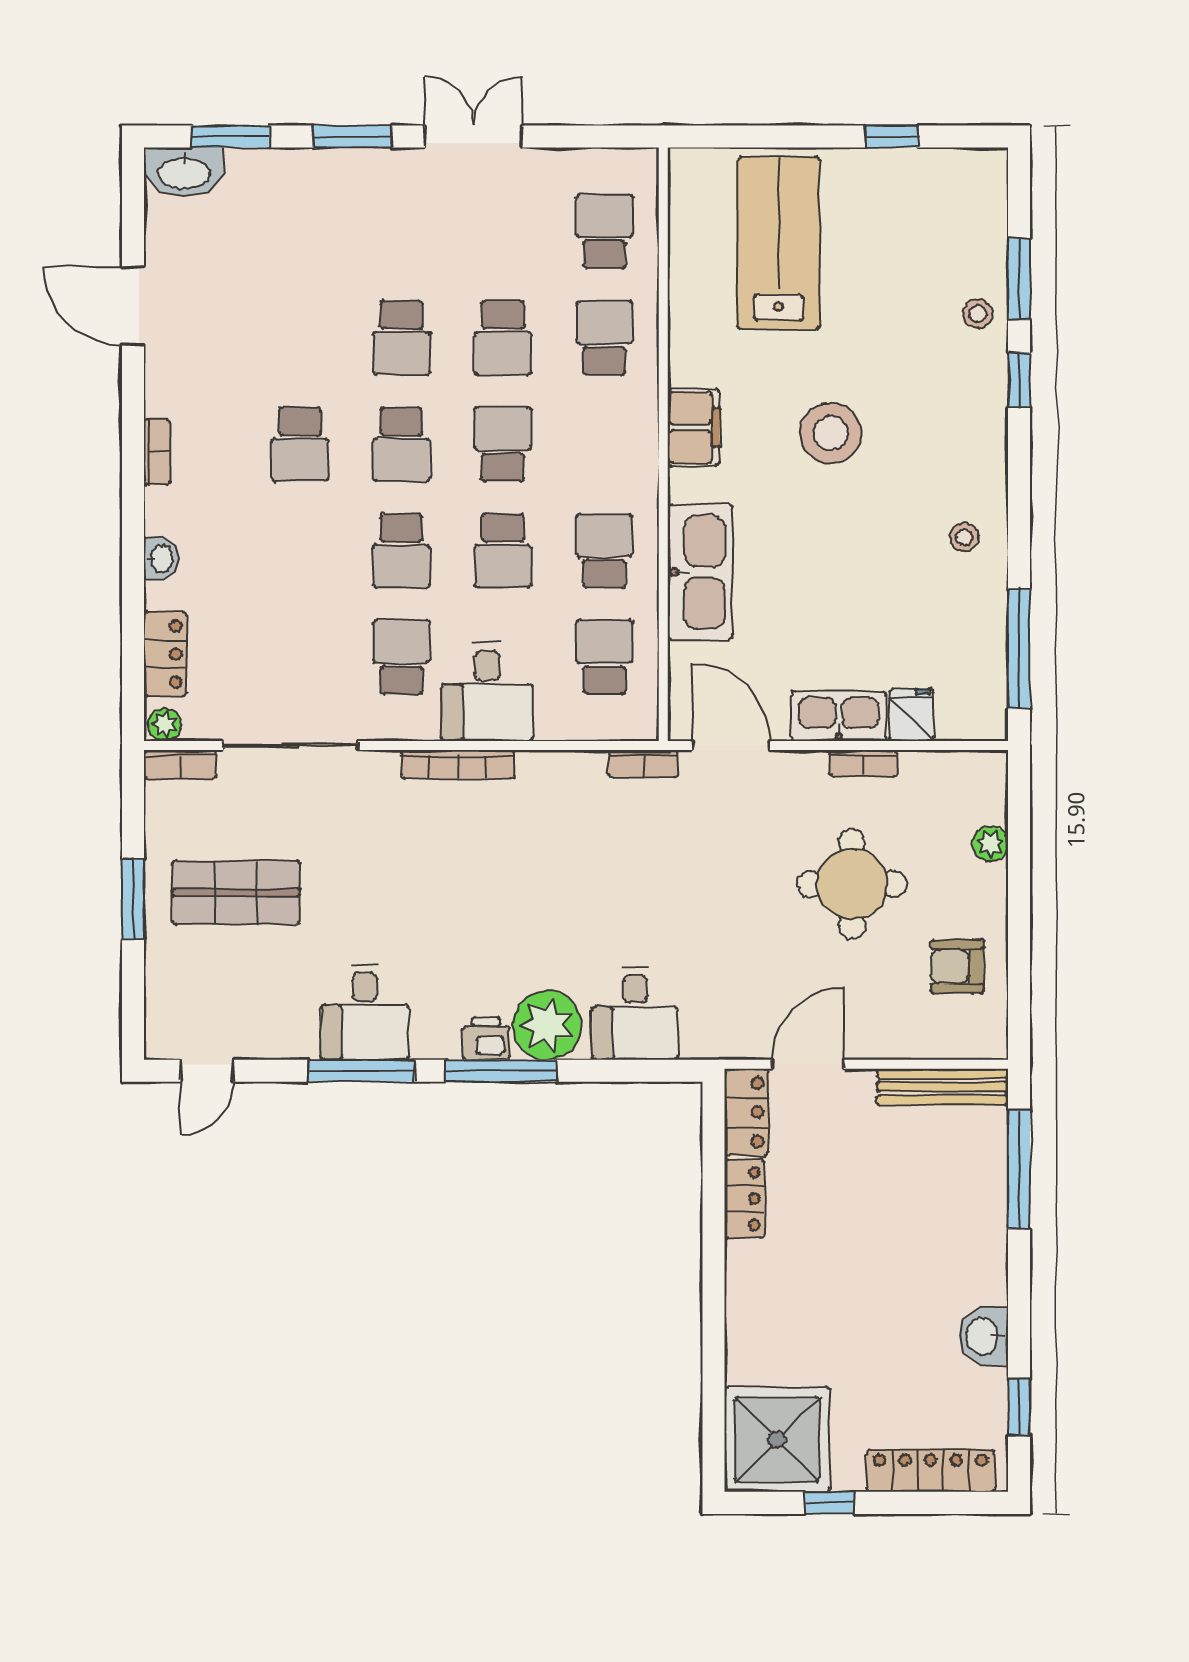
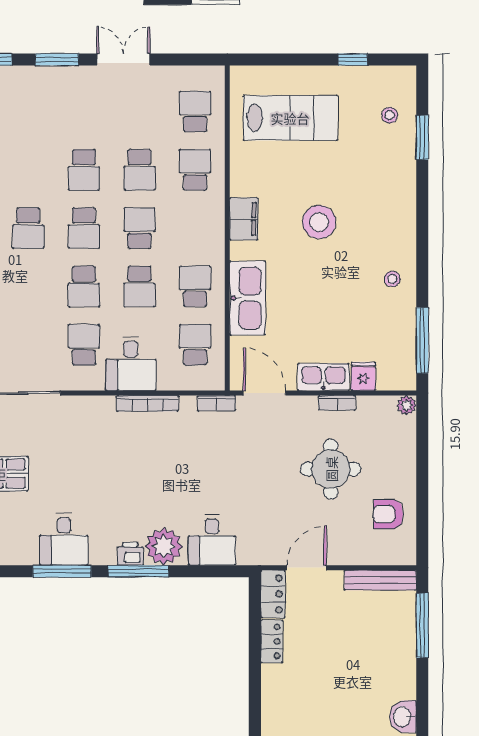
lab bench: (778, 243) -> (290, 118), turned 90
stool: (978, 314) -> (390, 115), moved
window: (1019, 380) -> (422, 193), removed
bookcase: (458, 764) -> (148, 403), moved
plant: (990, 844) -> (407, 405), moved

